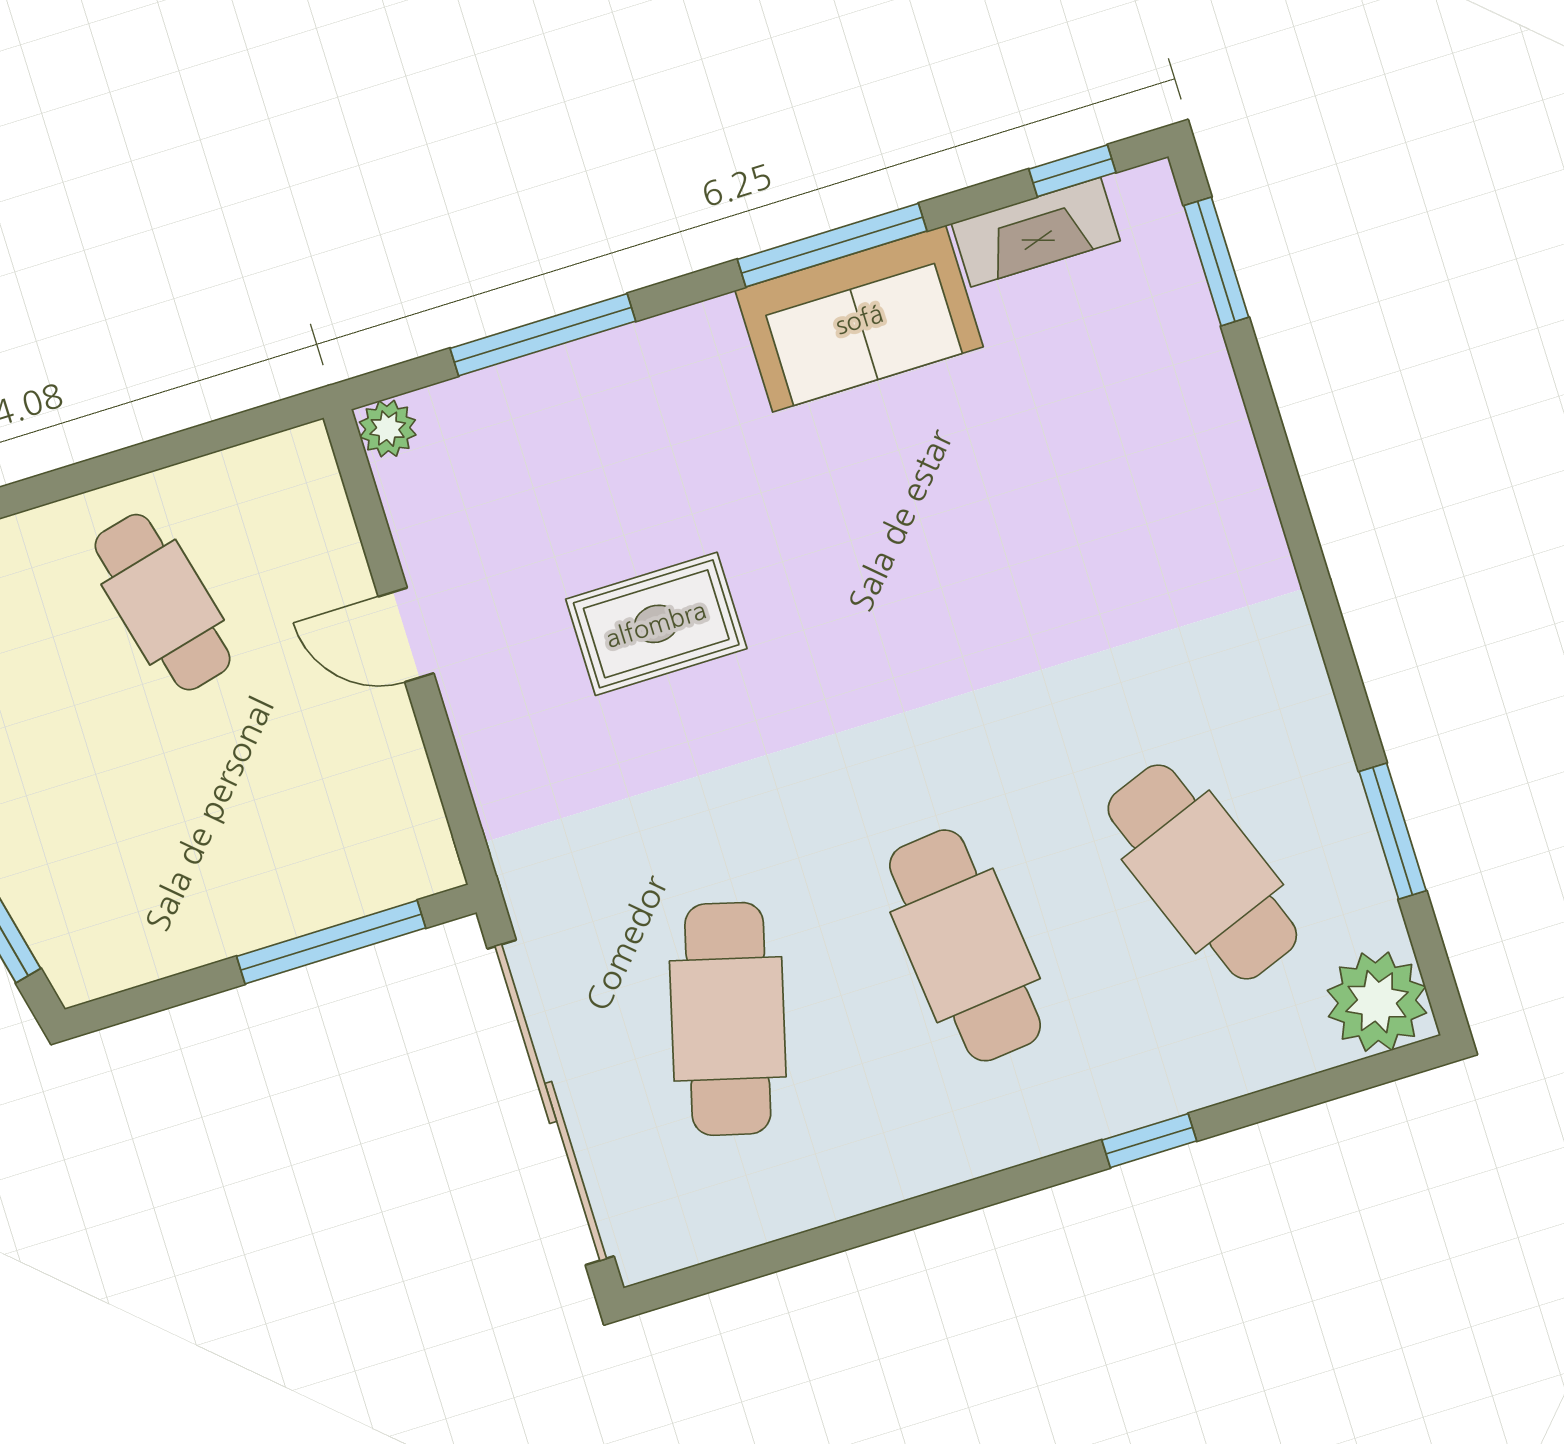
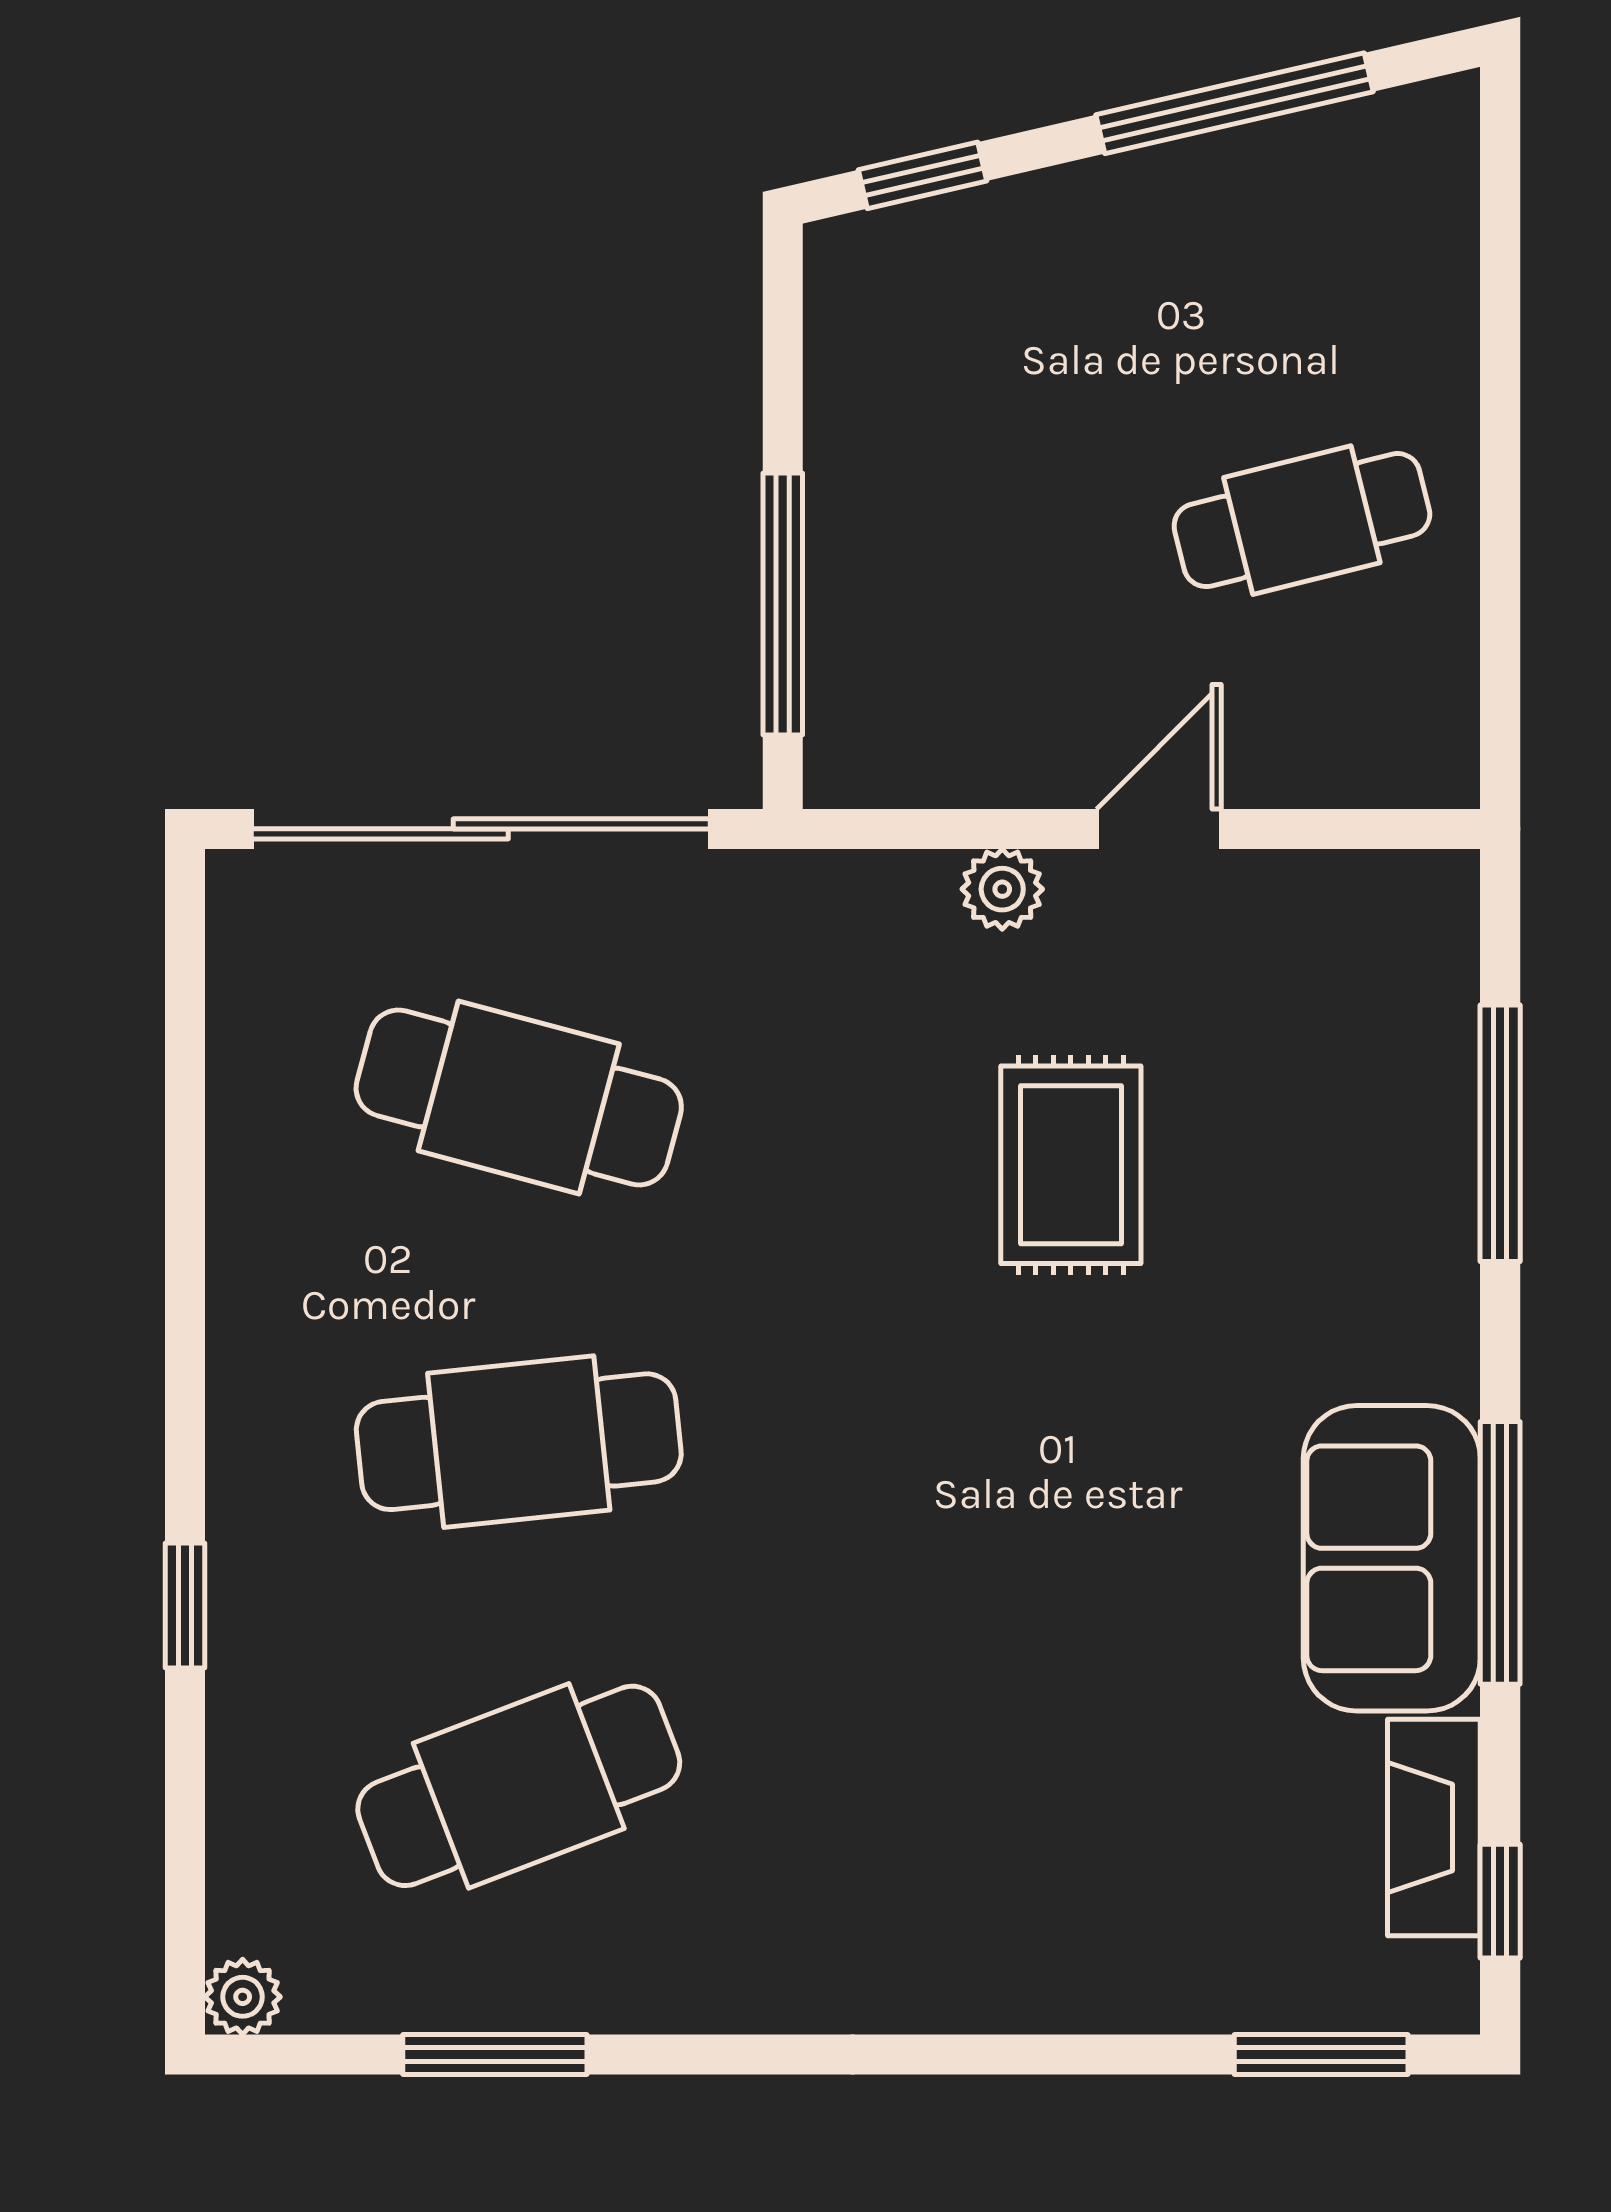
plant: (388, 429) -> (1002, 889), moved
plant: (1377, 1002) -> (243, 1997), width x0.53, depth x0.53

